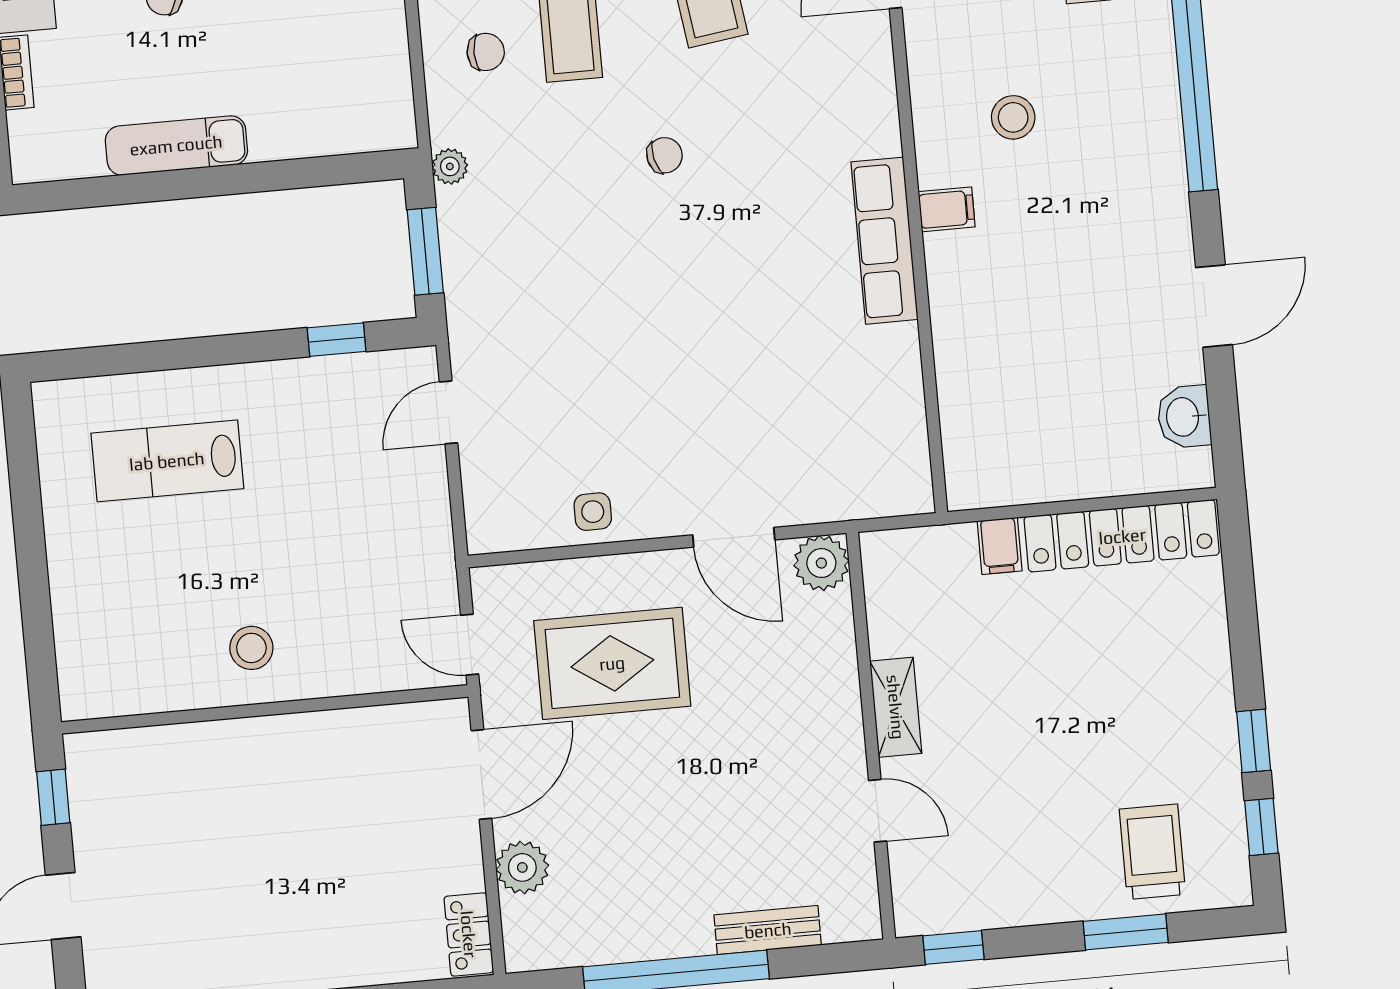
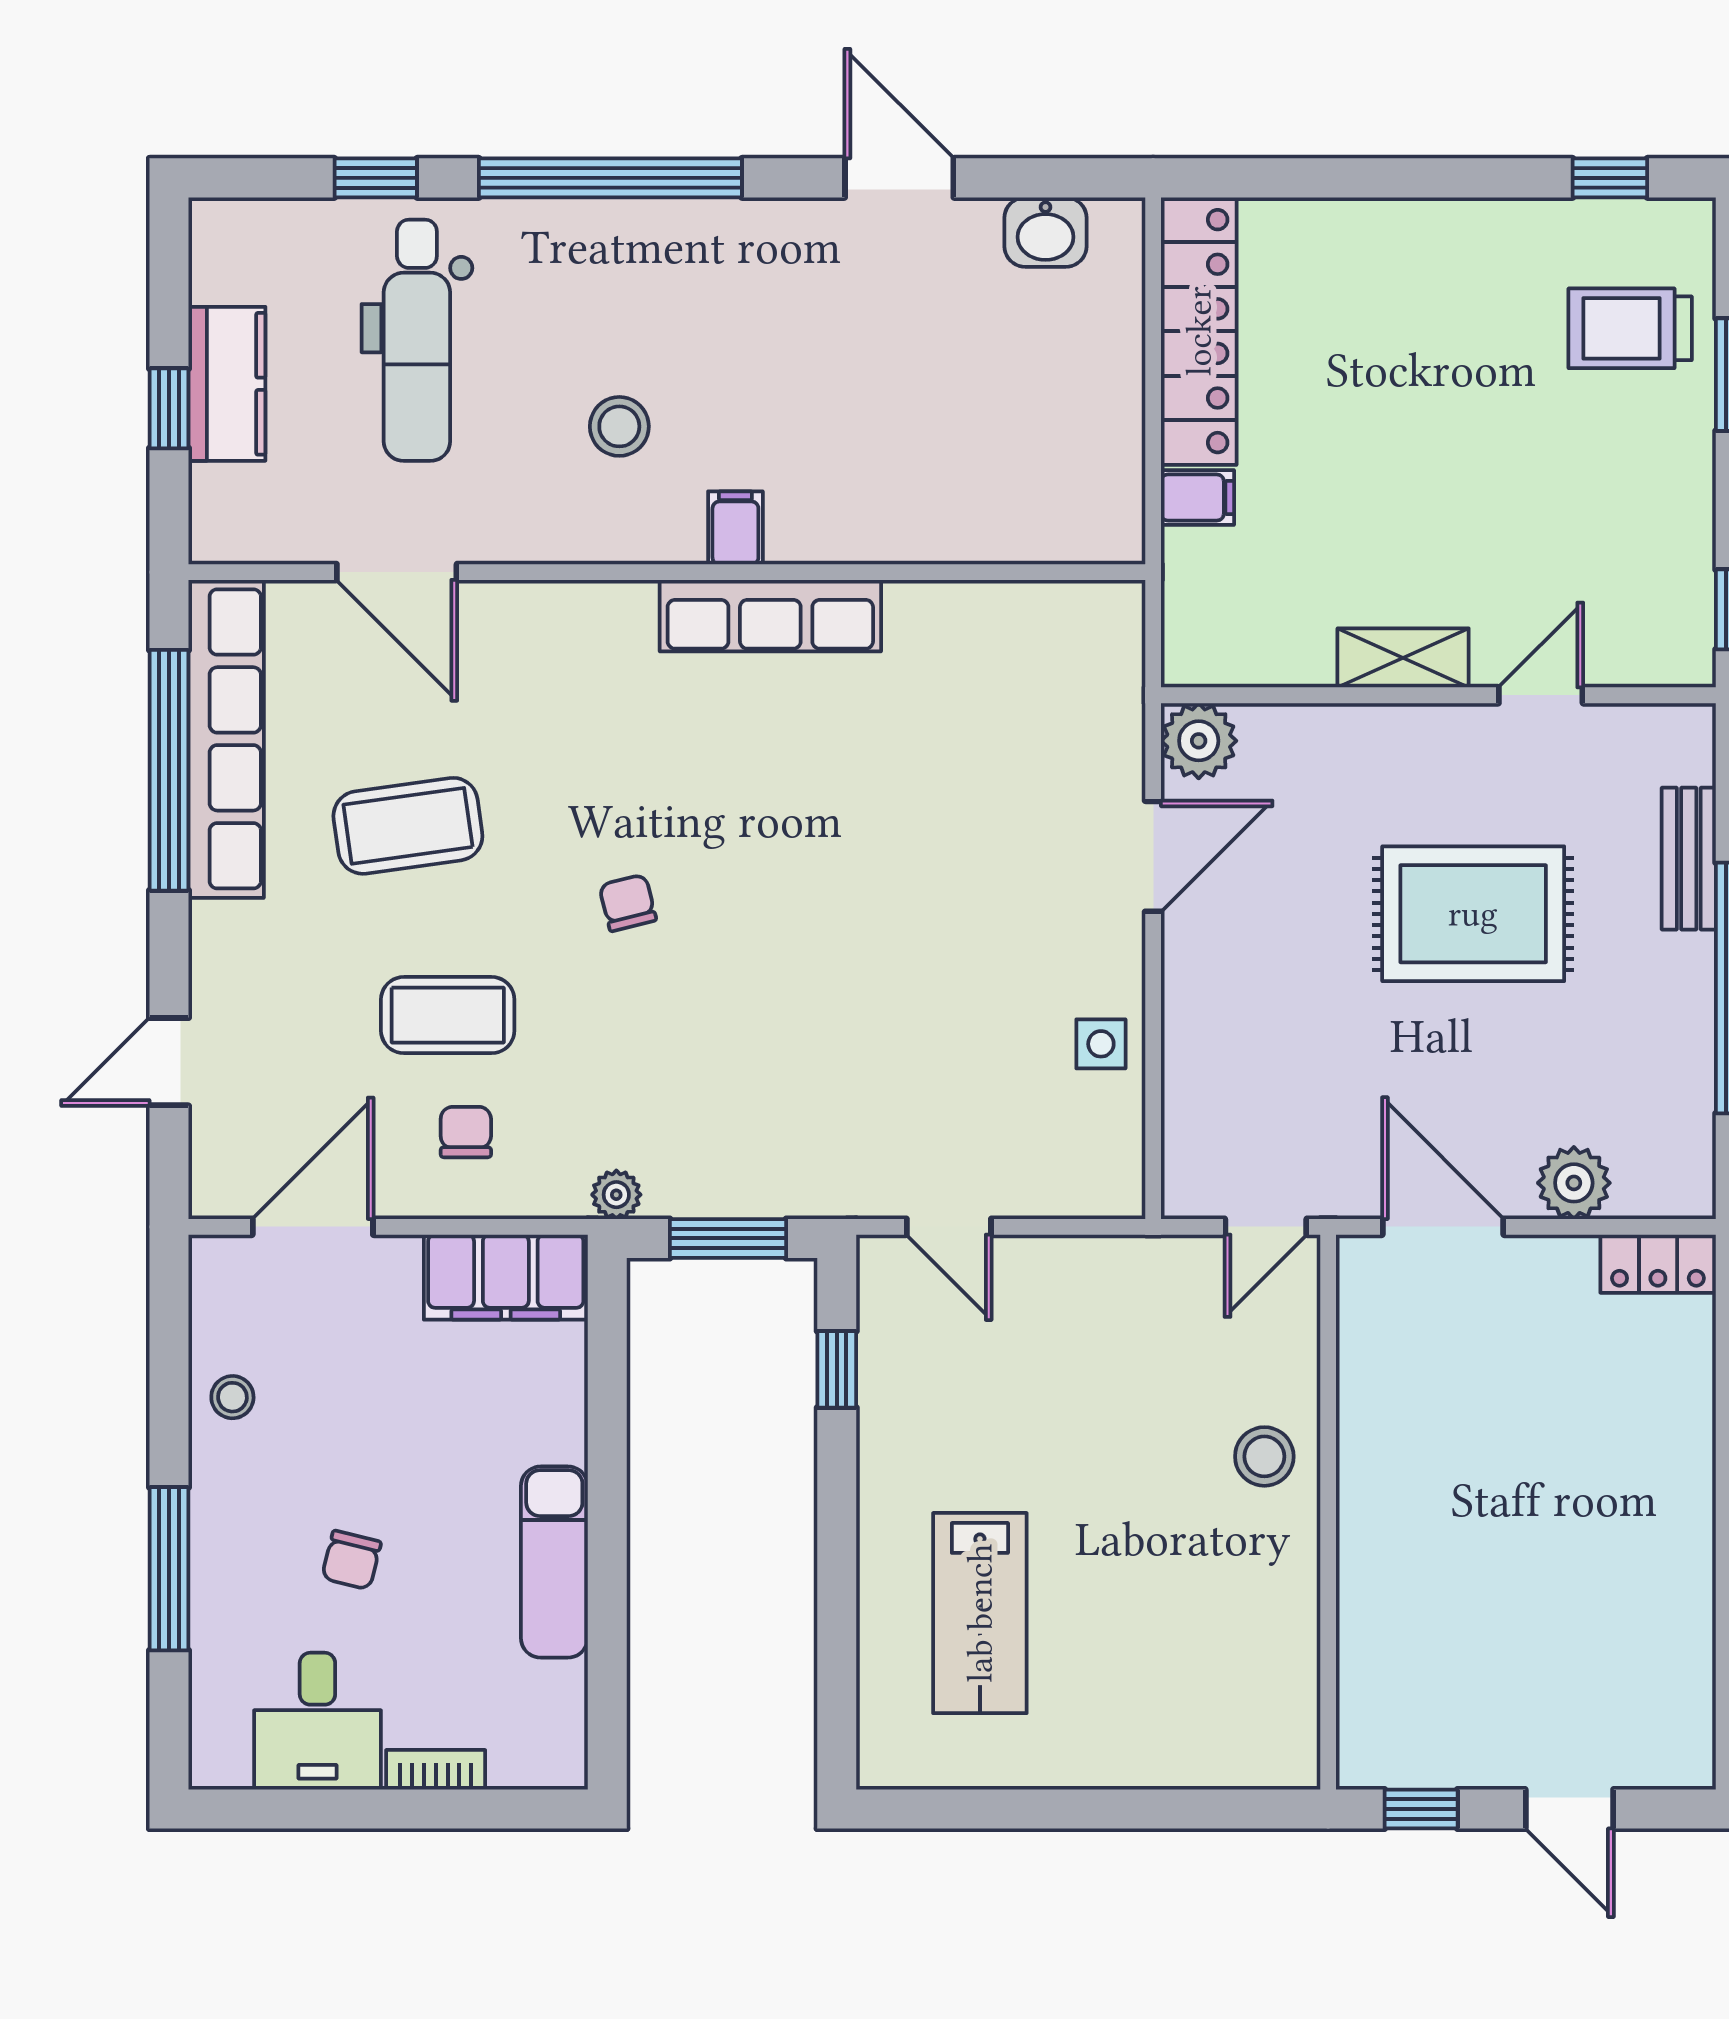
filing cabinet: (382, 91) -> (506, 1277), added
stool: (251, 648) -> (1264, 1456), moved
rug: (612, 663) -> (1473, 914), moved, turned 90
window: (1254, 741) -> (1493, 178), removed

